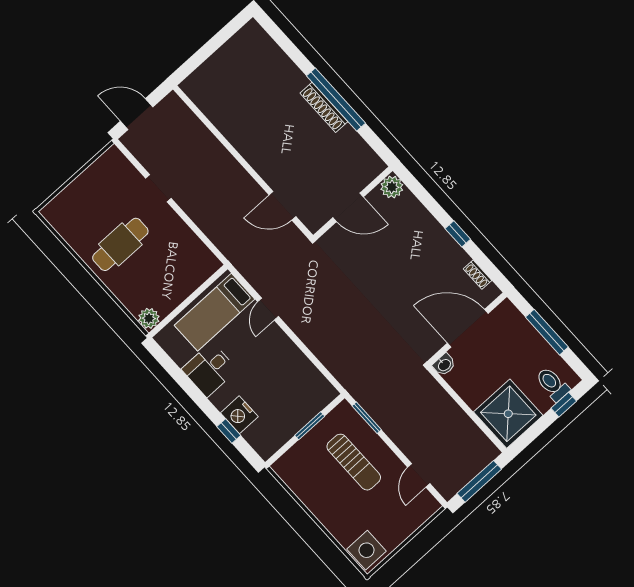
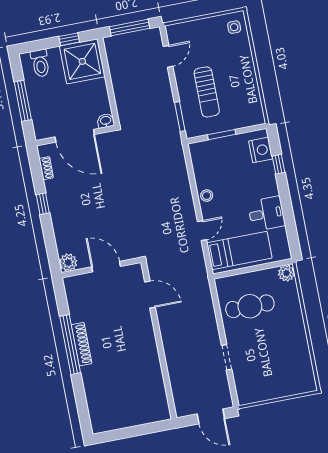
cafe table: (120, 244) -> (250, 306), moved
stool: (286, 350) -> (207, 196), added
window: (564, 405) -> (69, 39), moved
nightstand: (239, 415) -> (261, 150), moved
sun lounger: (354, 462) -> (207, 92), turned 180
side table: (367, 550) -> (234, 27), width x0.54, depth x0.54

